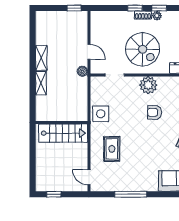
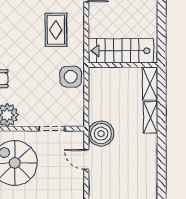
shelving: (41, 58) -> (150, 84), moved
boiler: (82, 71) -> (101, 134), width x1.86, depth x1.86

